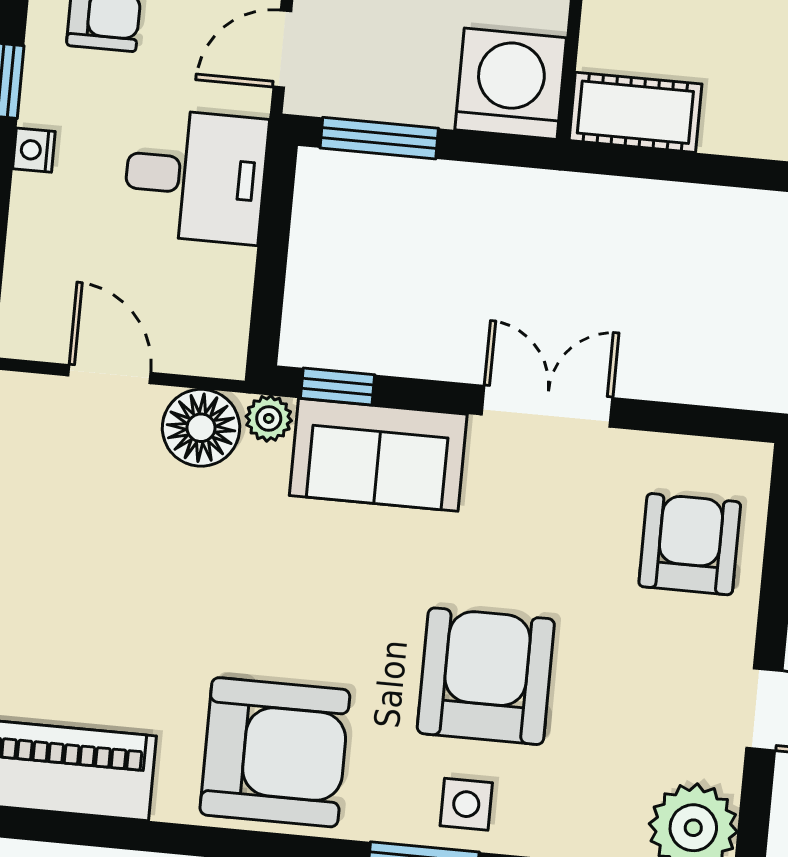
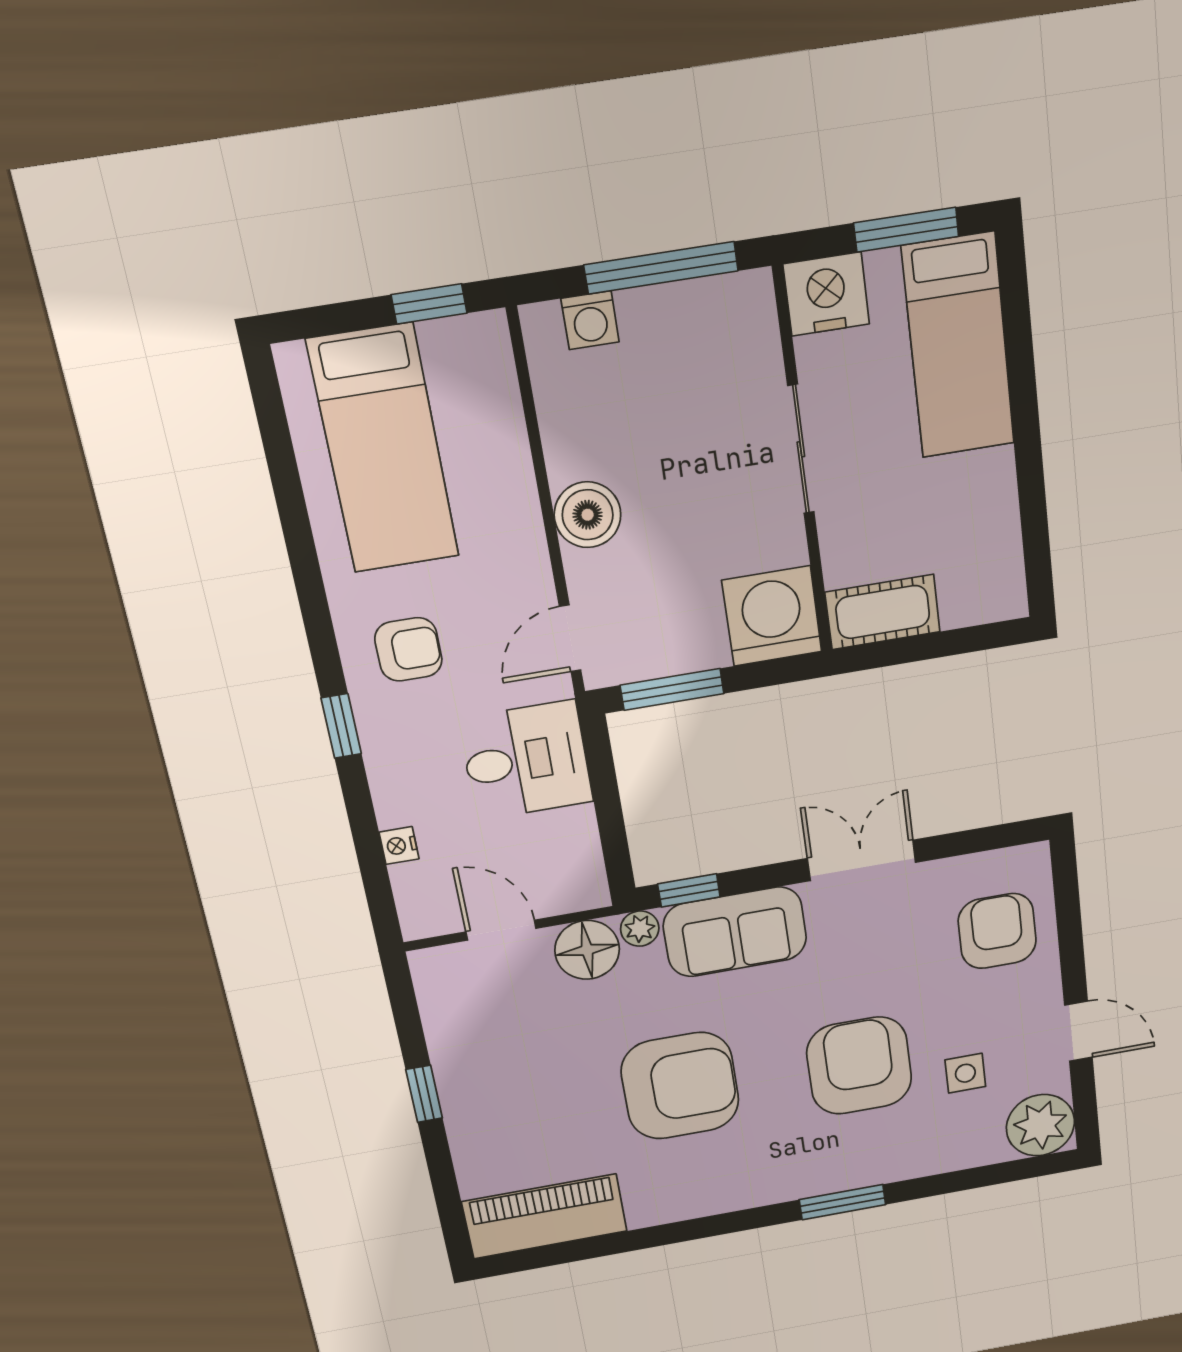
nightstand: (34, 150) -> (399, 846), moved
armchair: (275, 752) -> (680, 1086), moved
side table: (466, 804) -> (965, 1073), moved

